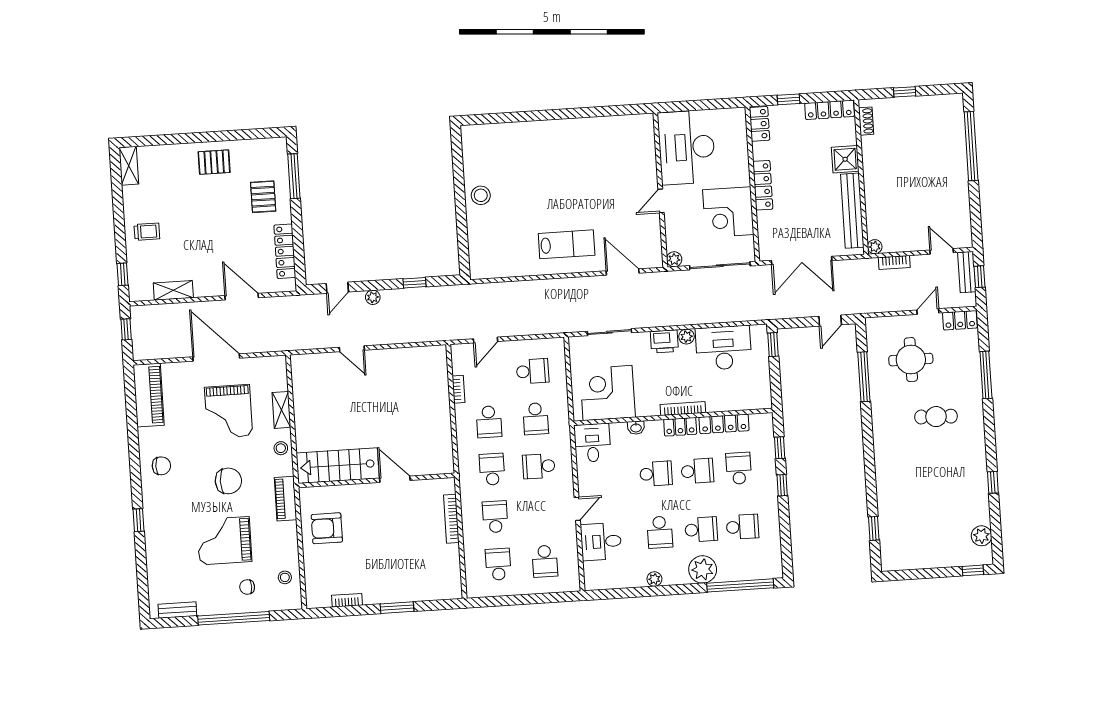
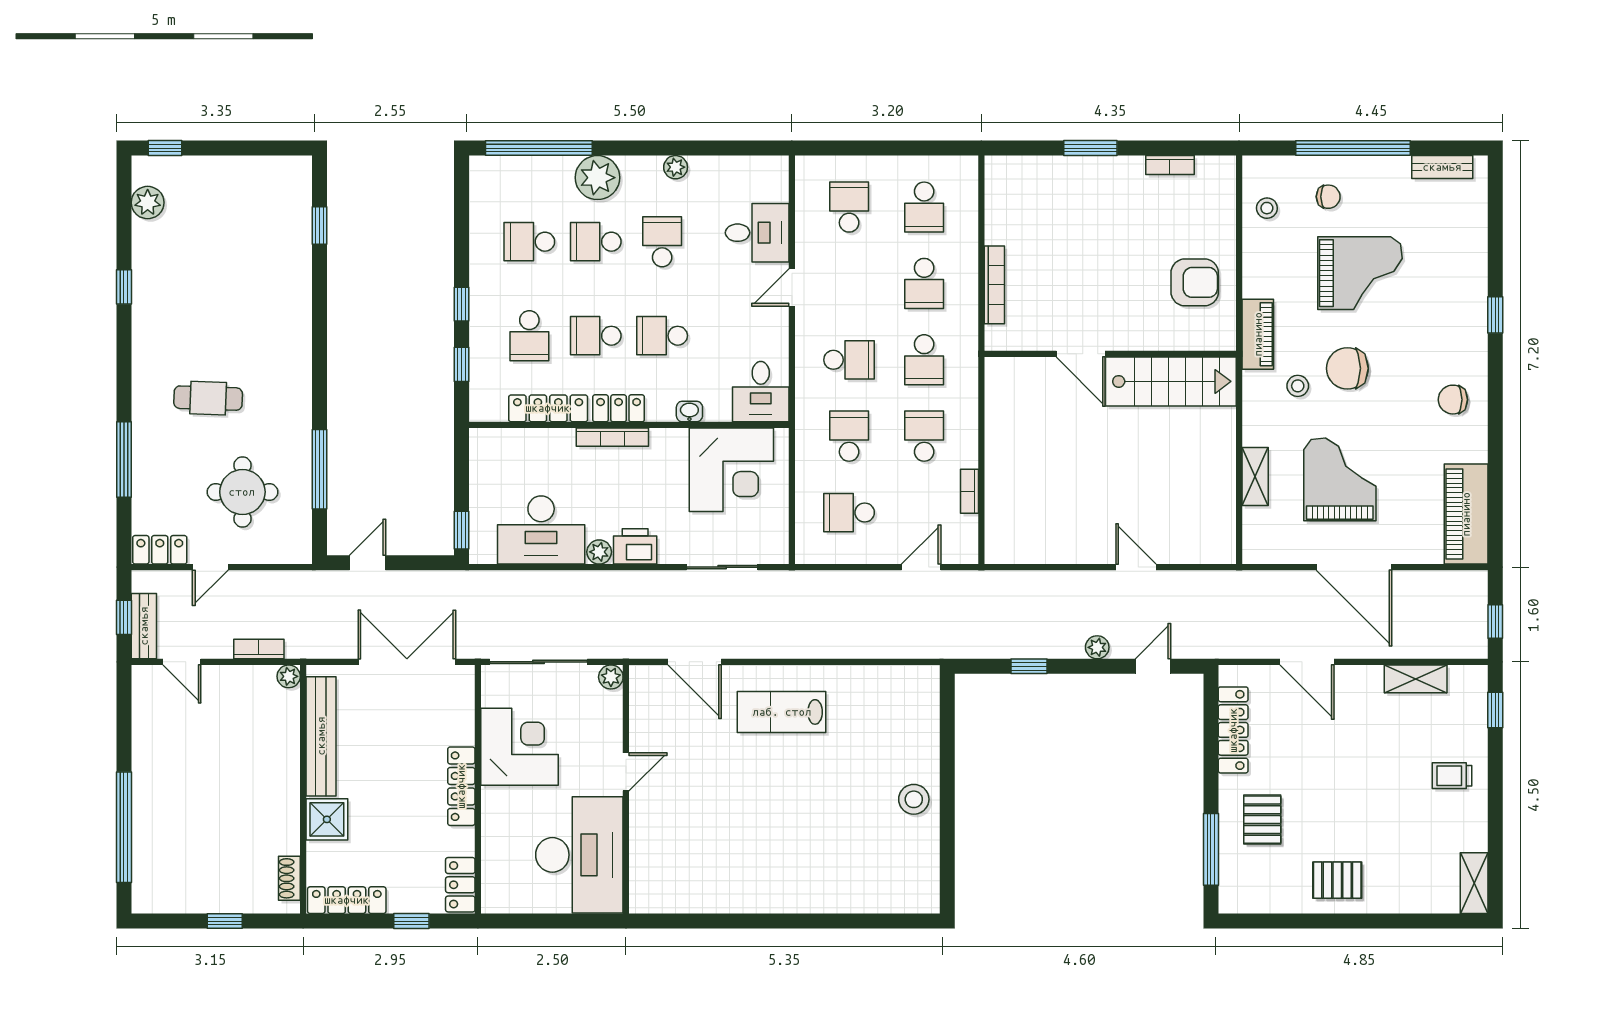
stool: (281, 448) -> (1298, 386), moved

